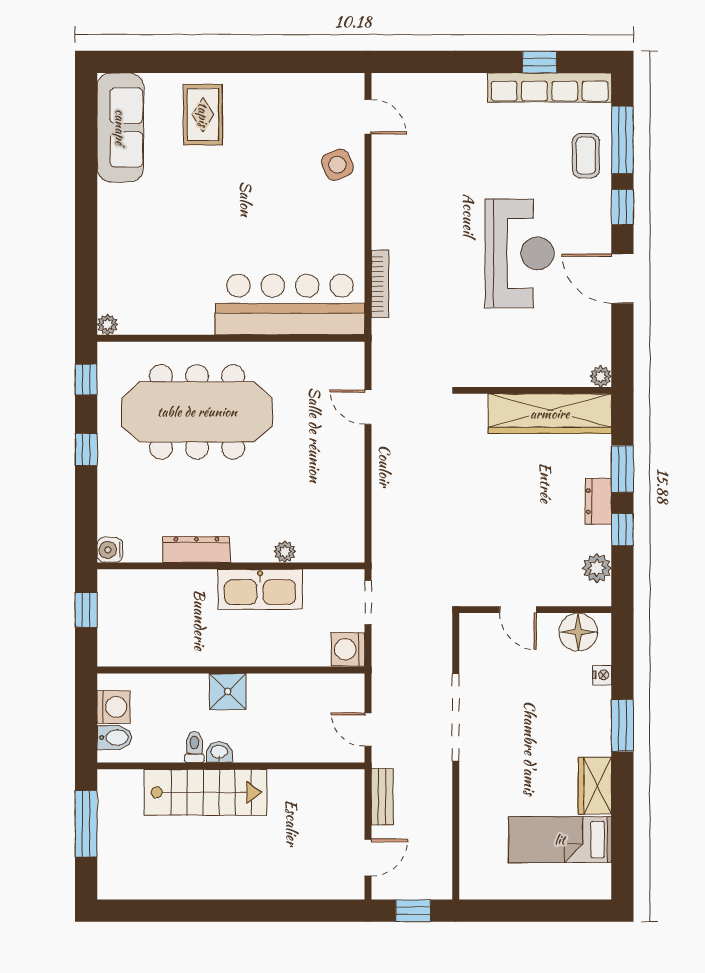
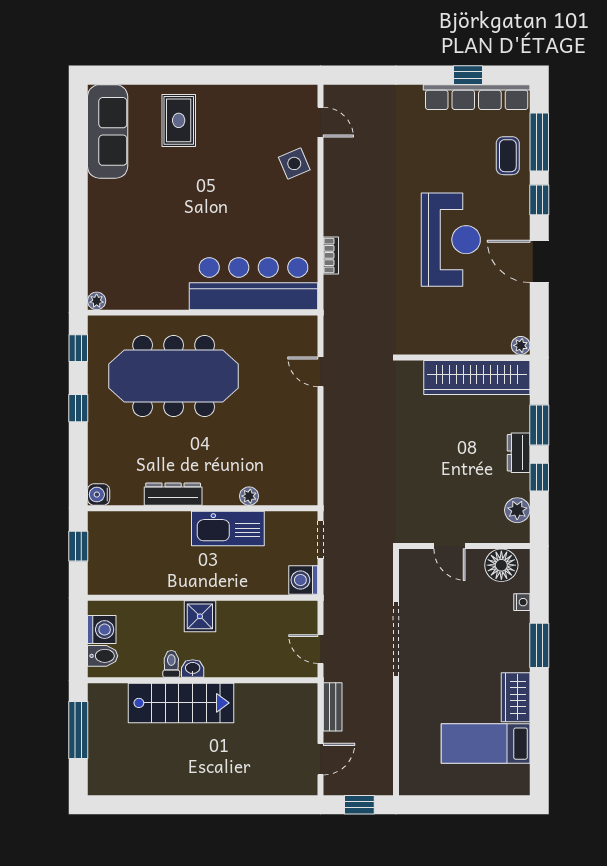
bookcase: (380, 284) -> (331, 255), width x0.64

